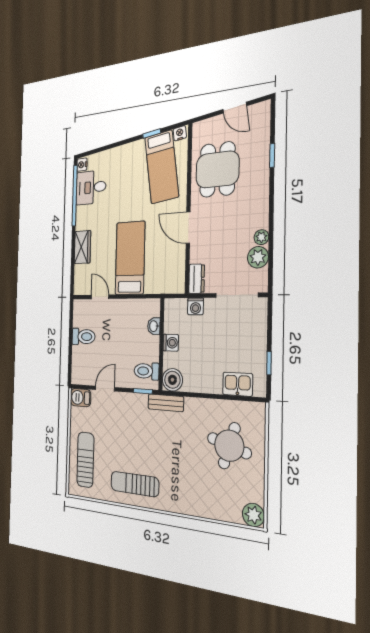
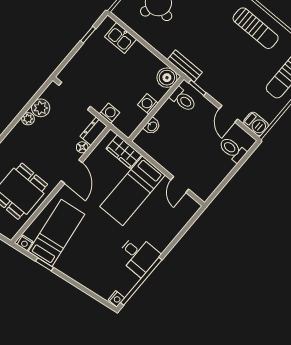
desk: (91, 187) -> (138, 255), moved
wardrobe: (82, 247) -> (124, 152), moved, turned -90
floor lamp: (195, 256) -> (82, 147), added
toilet: (83, 337) -> (232, 150), moved
door: (105, 389) -> (228, 114), hinge flipped

